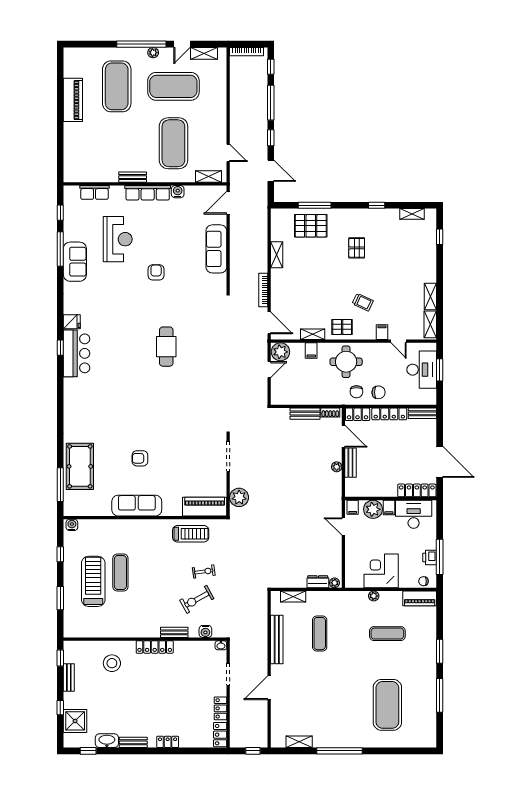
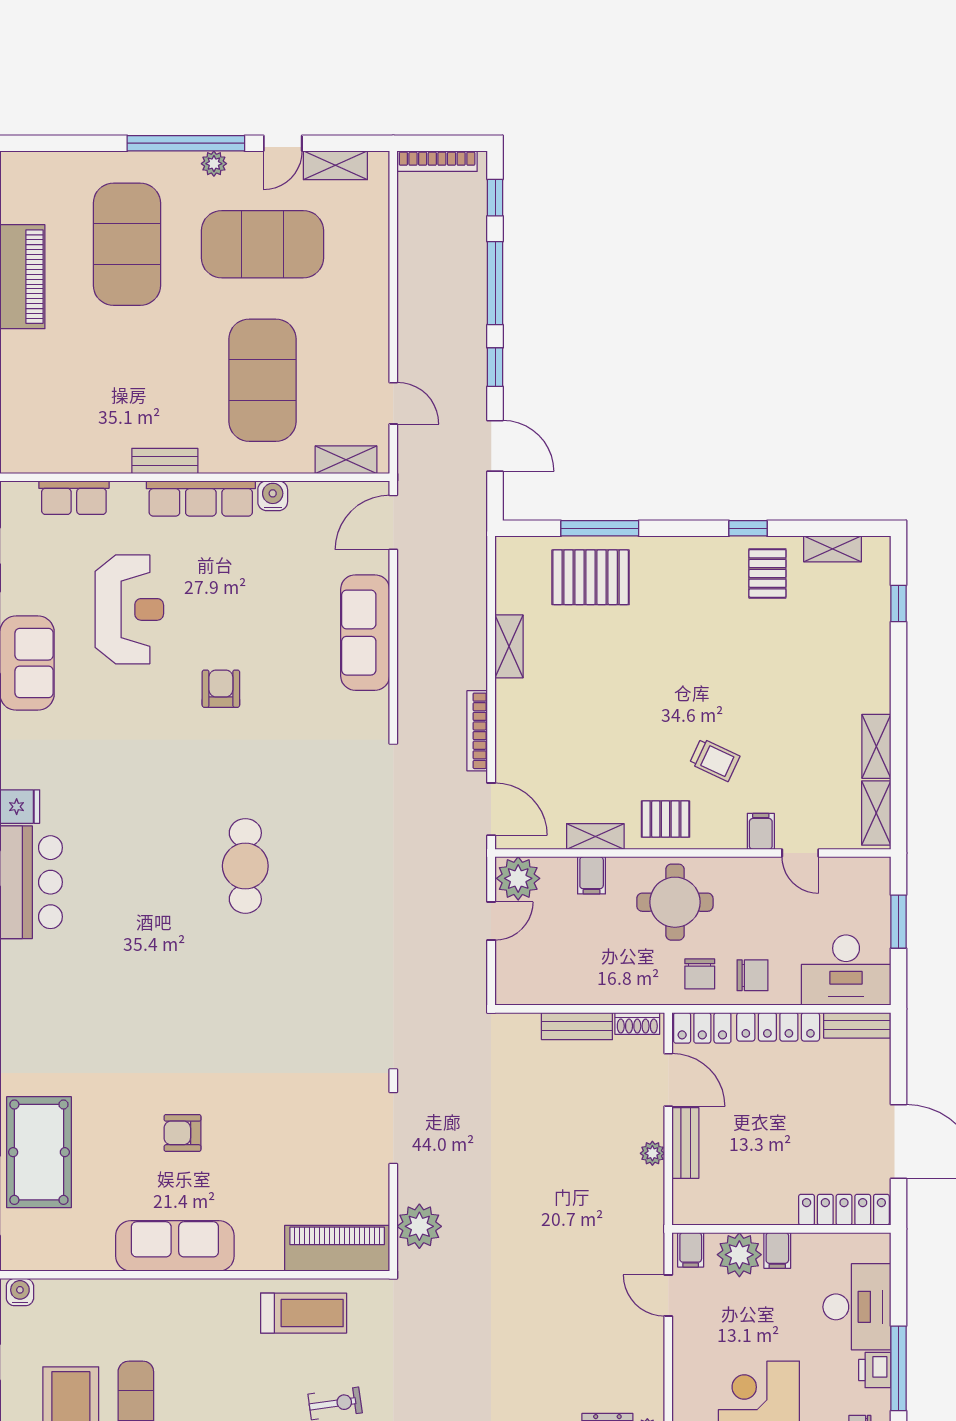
pallet: (357, 248) -> (767, 573), moved
desk: (422, 370) -> (846, 970), moved, turned 90
desk: (414, 514) -> (857, 1307), moved, turned 90

